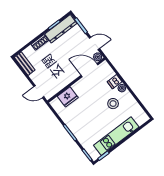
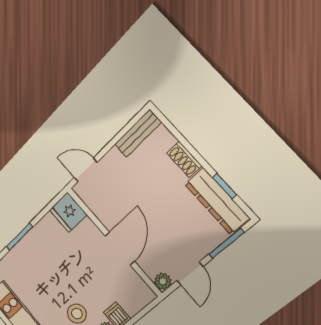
door: (89, 70) -> (120, 249), moved
door: (39, 92) -> (86, 170), hinge flipped
fridge: (68, 97) -> (68, 212), moved

